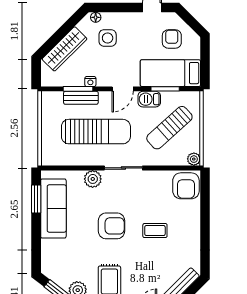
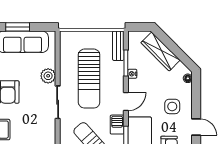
side table: (108, 38) -> (172, 106), moved
door: (123, 89) -> (126, 102), swing flipped
bench: (81, 98) -> (118, 46), moved
window: (36, 199) -> (18, 27), moved

